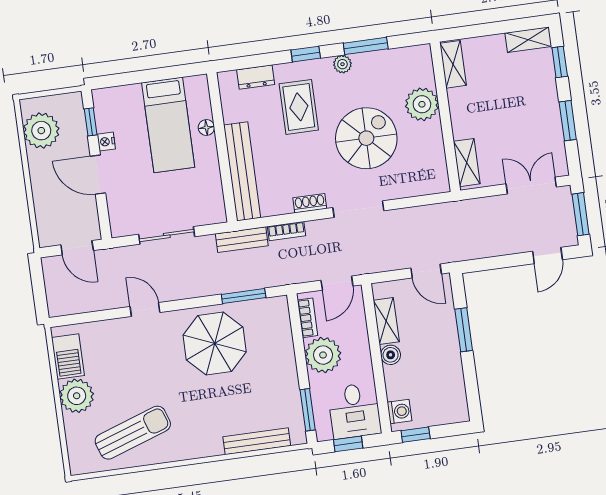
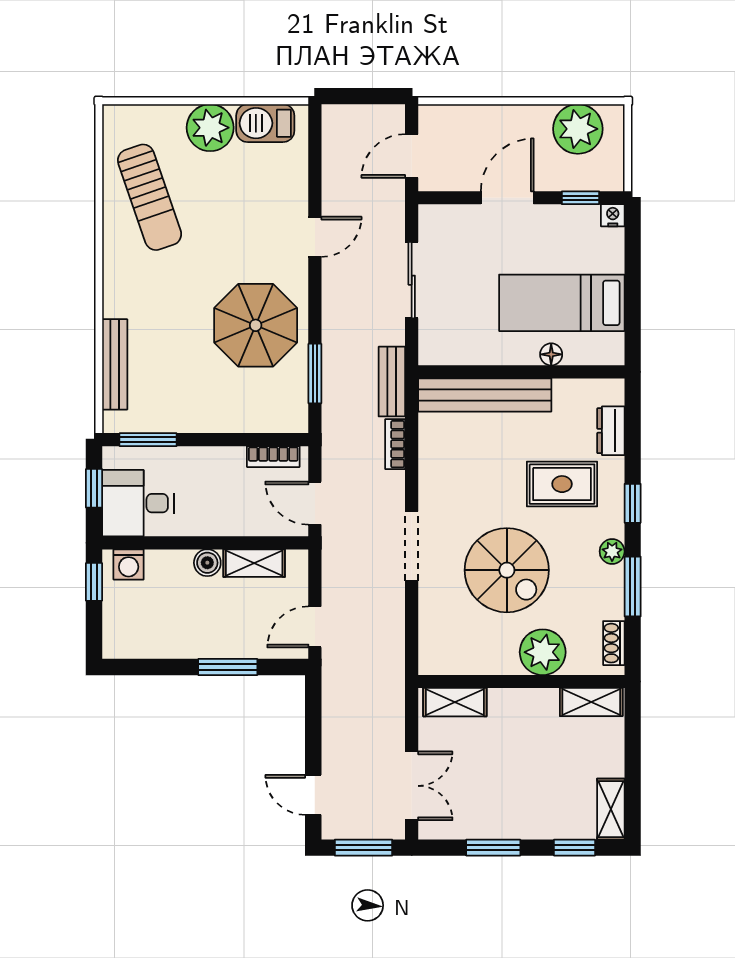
nightstand: (106, 142) -> (613, 215), moved
shoe rack: (310, 203) -> (614, 643), moved, turned 180
plant: (323, 355) -> (220, 471), removed

